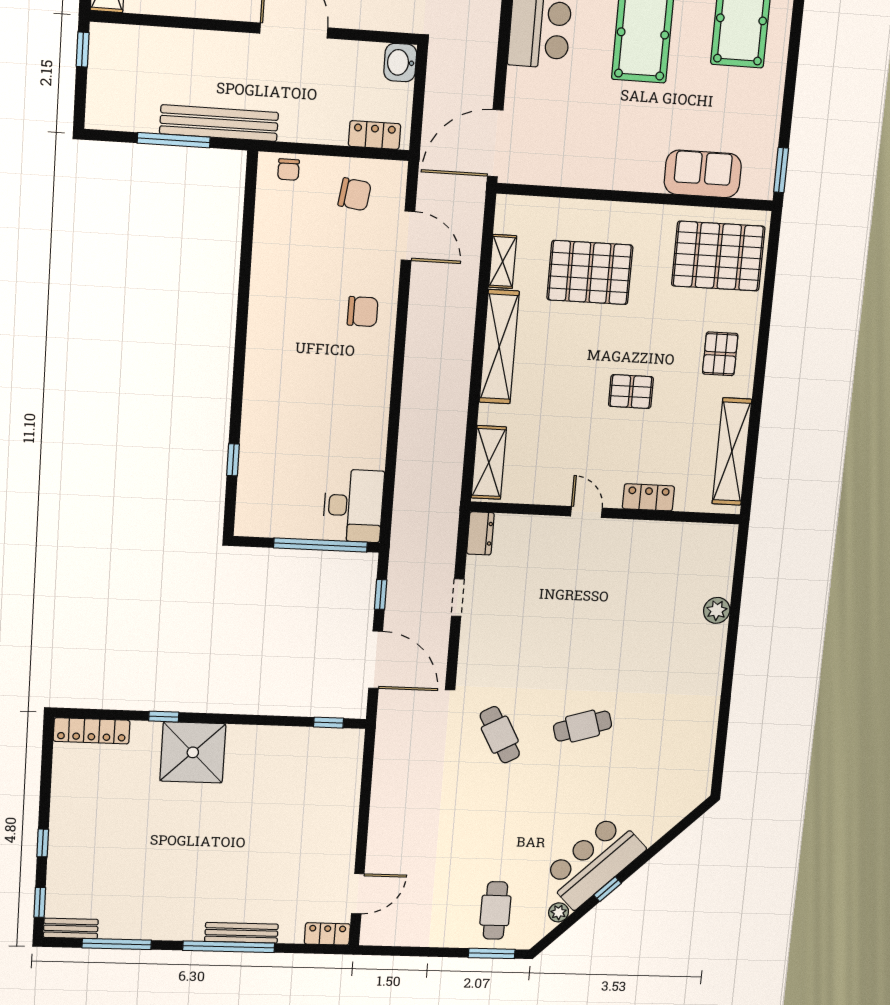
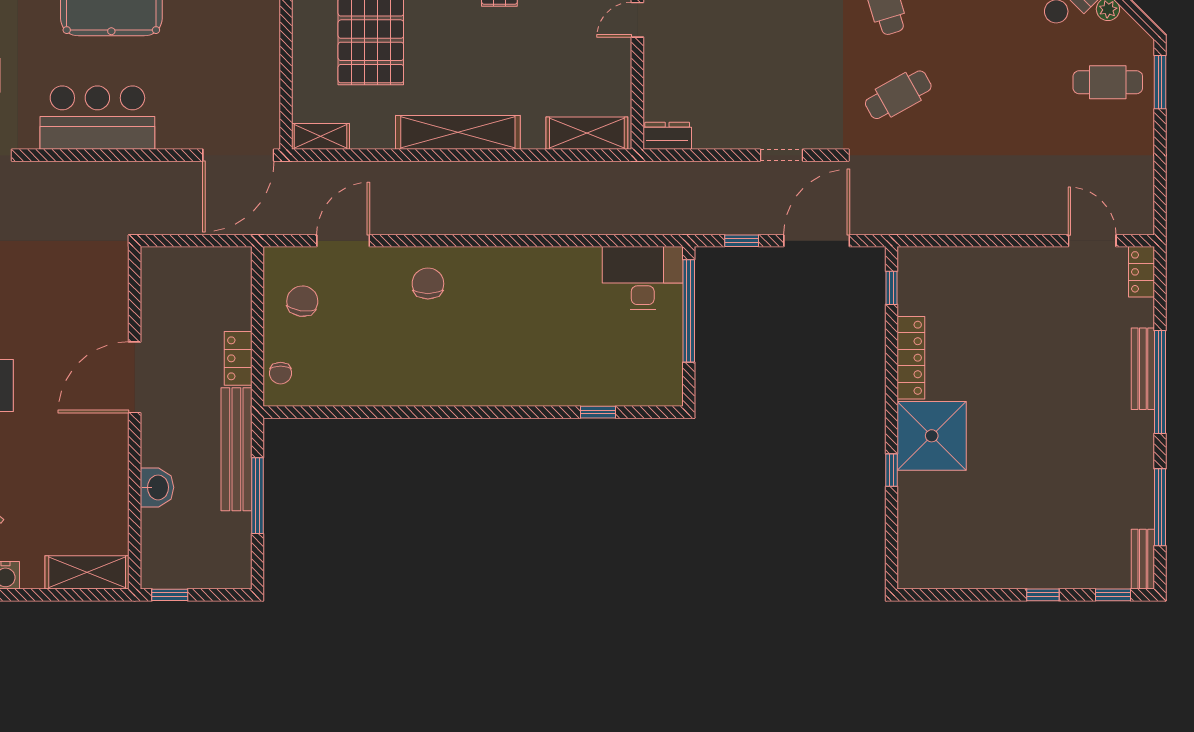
washbasin: (400, 62) -> (157, 487), moved, turned -90
locker: (374, 135) -> (238, 358), moved
door: (495, 143) -> (238, 155), hinge flipped
chair: (288, 170) -> (281, 373), turned 90
shelving: (503, 261) -> (320, 136), moved
doorway: (458, 598) -> (782, 155), moved
locker: (92, 731) -> (911, 358), moved

